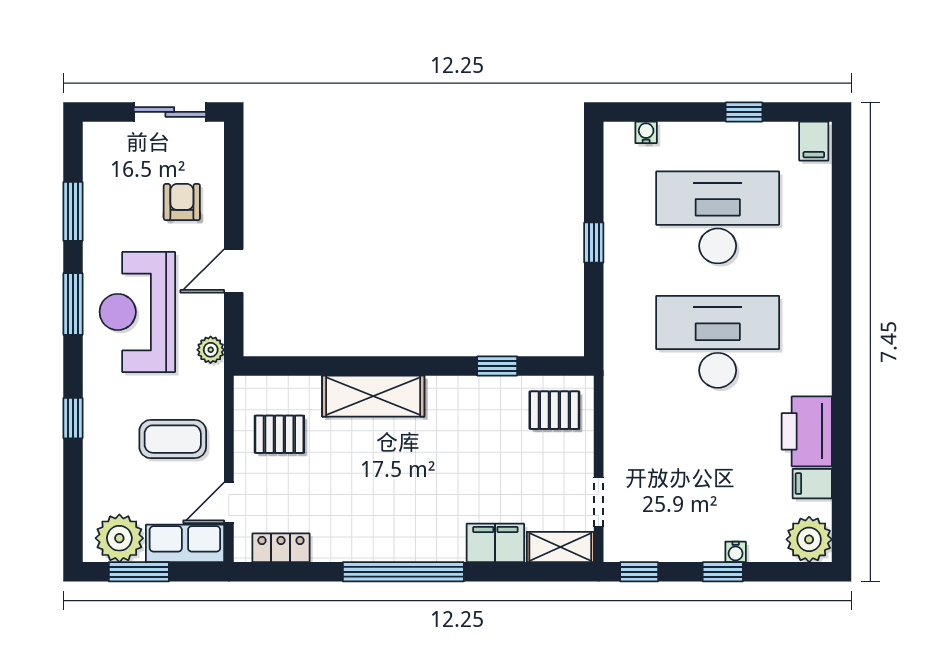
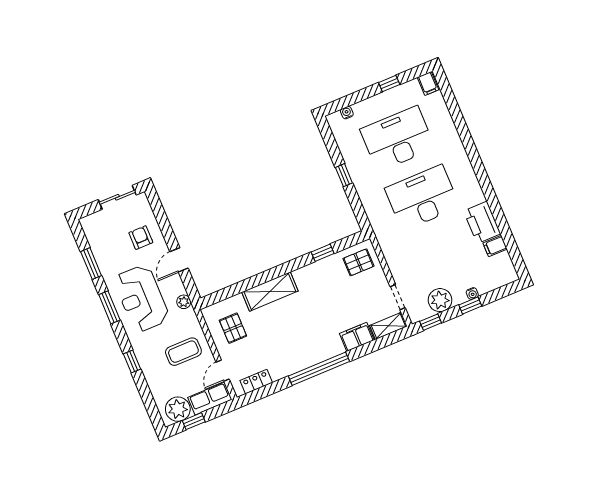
pallet: (279, 434) -> (233, 328), turned 90
plant: (809, 539) -> (440, 300), moved
window: (139, 572) -> (194, 421), width x0.67

